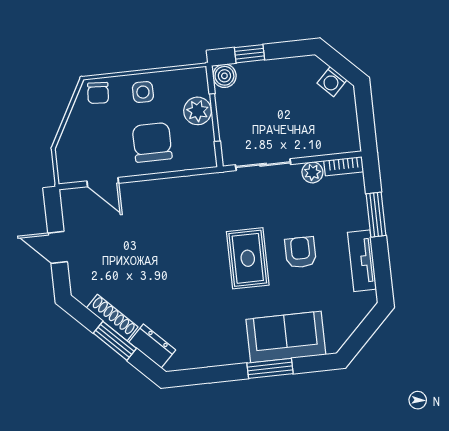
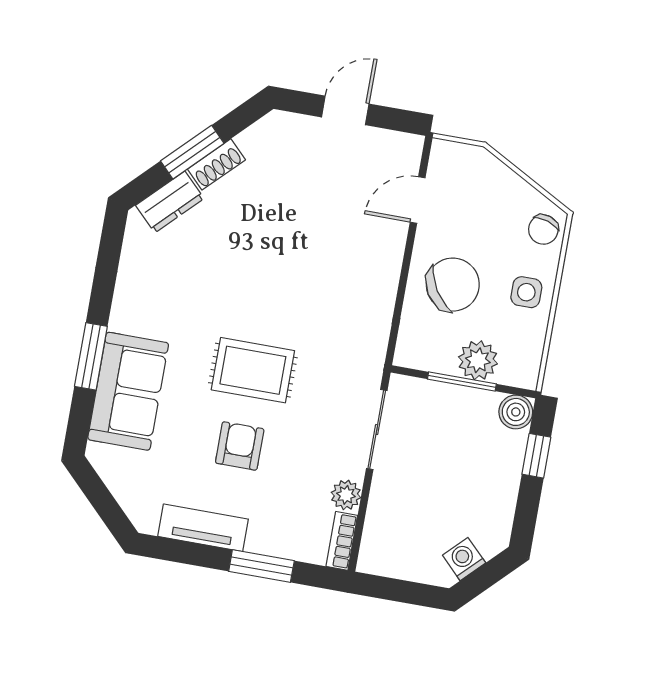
chair: (98, 93) -> (543, 229), turned -76
chair: (152, 142) -> (453, 285), turned -32
armchair: (301, 252) -> (240, 446), turned -90
shoe rack: (112, 317) -> (216, 164), width x0.70

